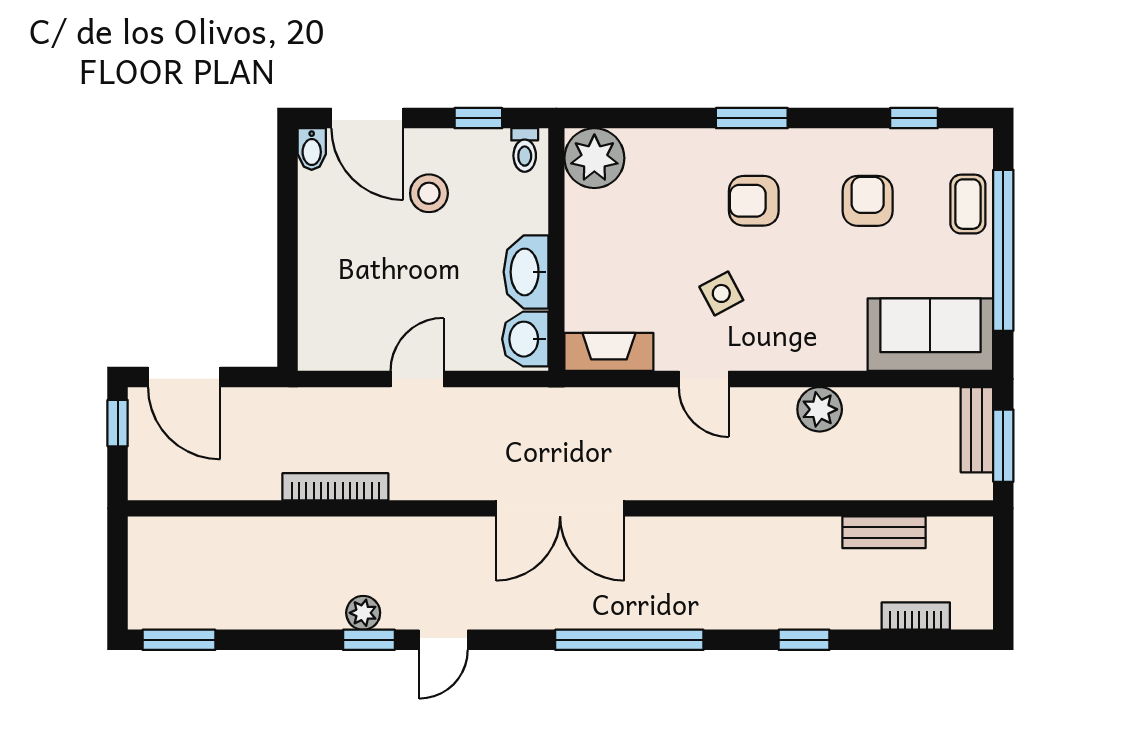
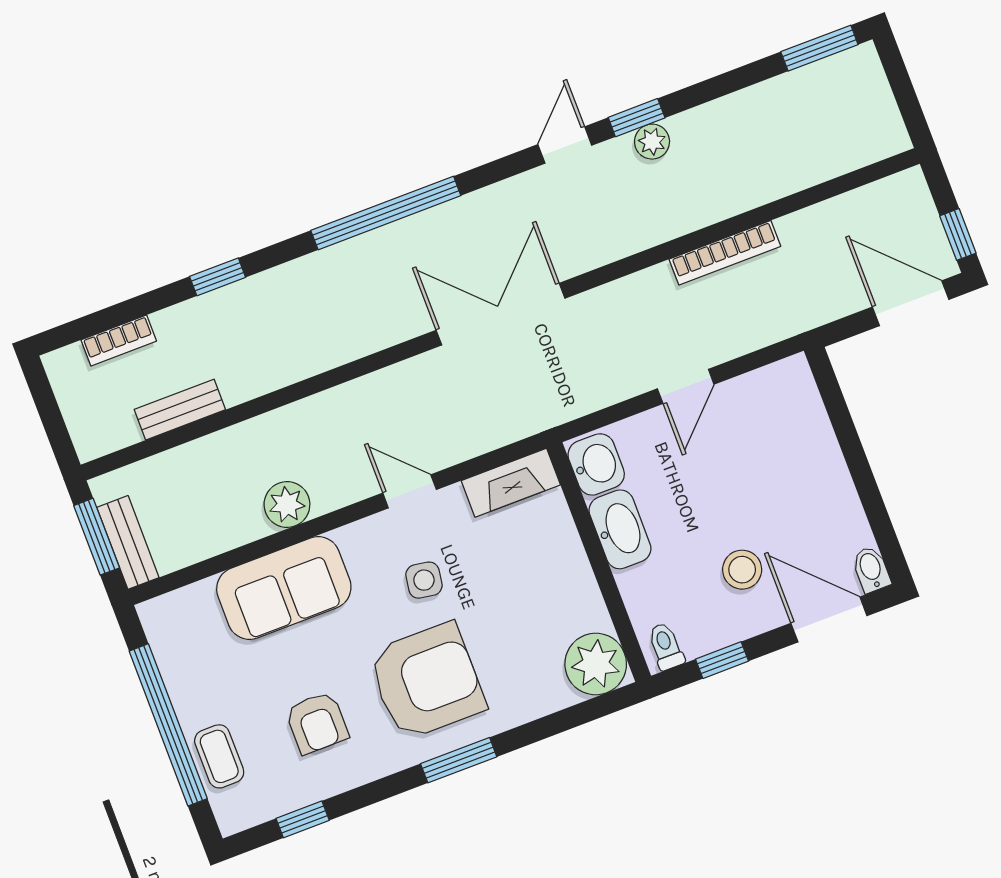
armchair: (754, 201) -> (427, 681), width x1.88, depth x1.88
side table: (721, 293) -> (424, 580), turned 37
sofa: (930, 335) -> (284, 588), moved

